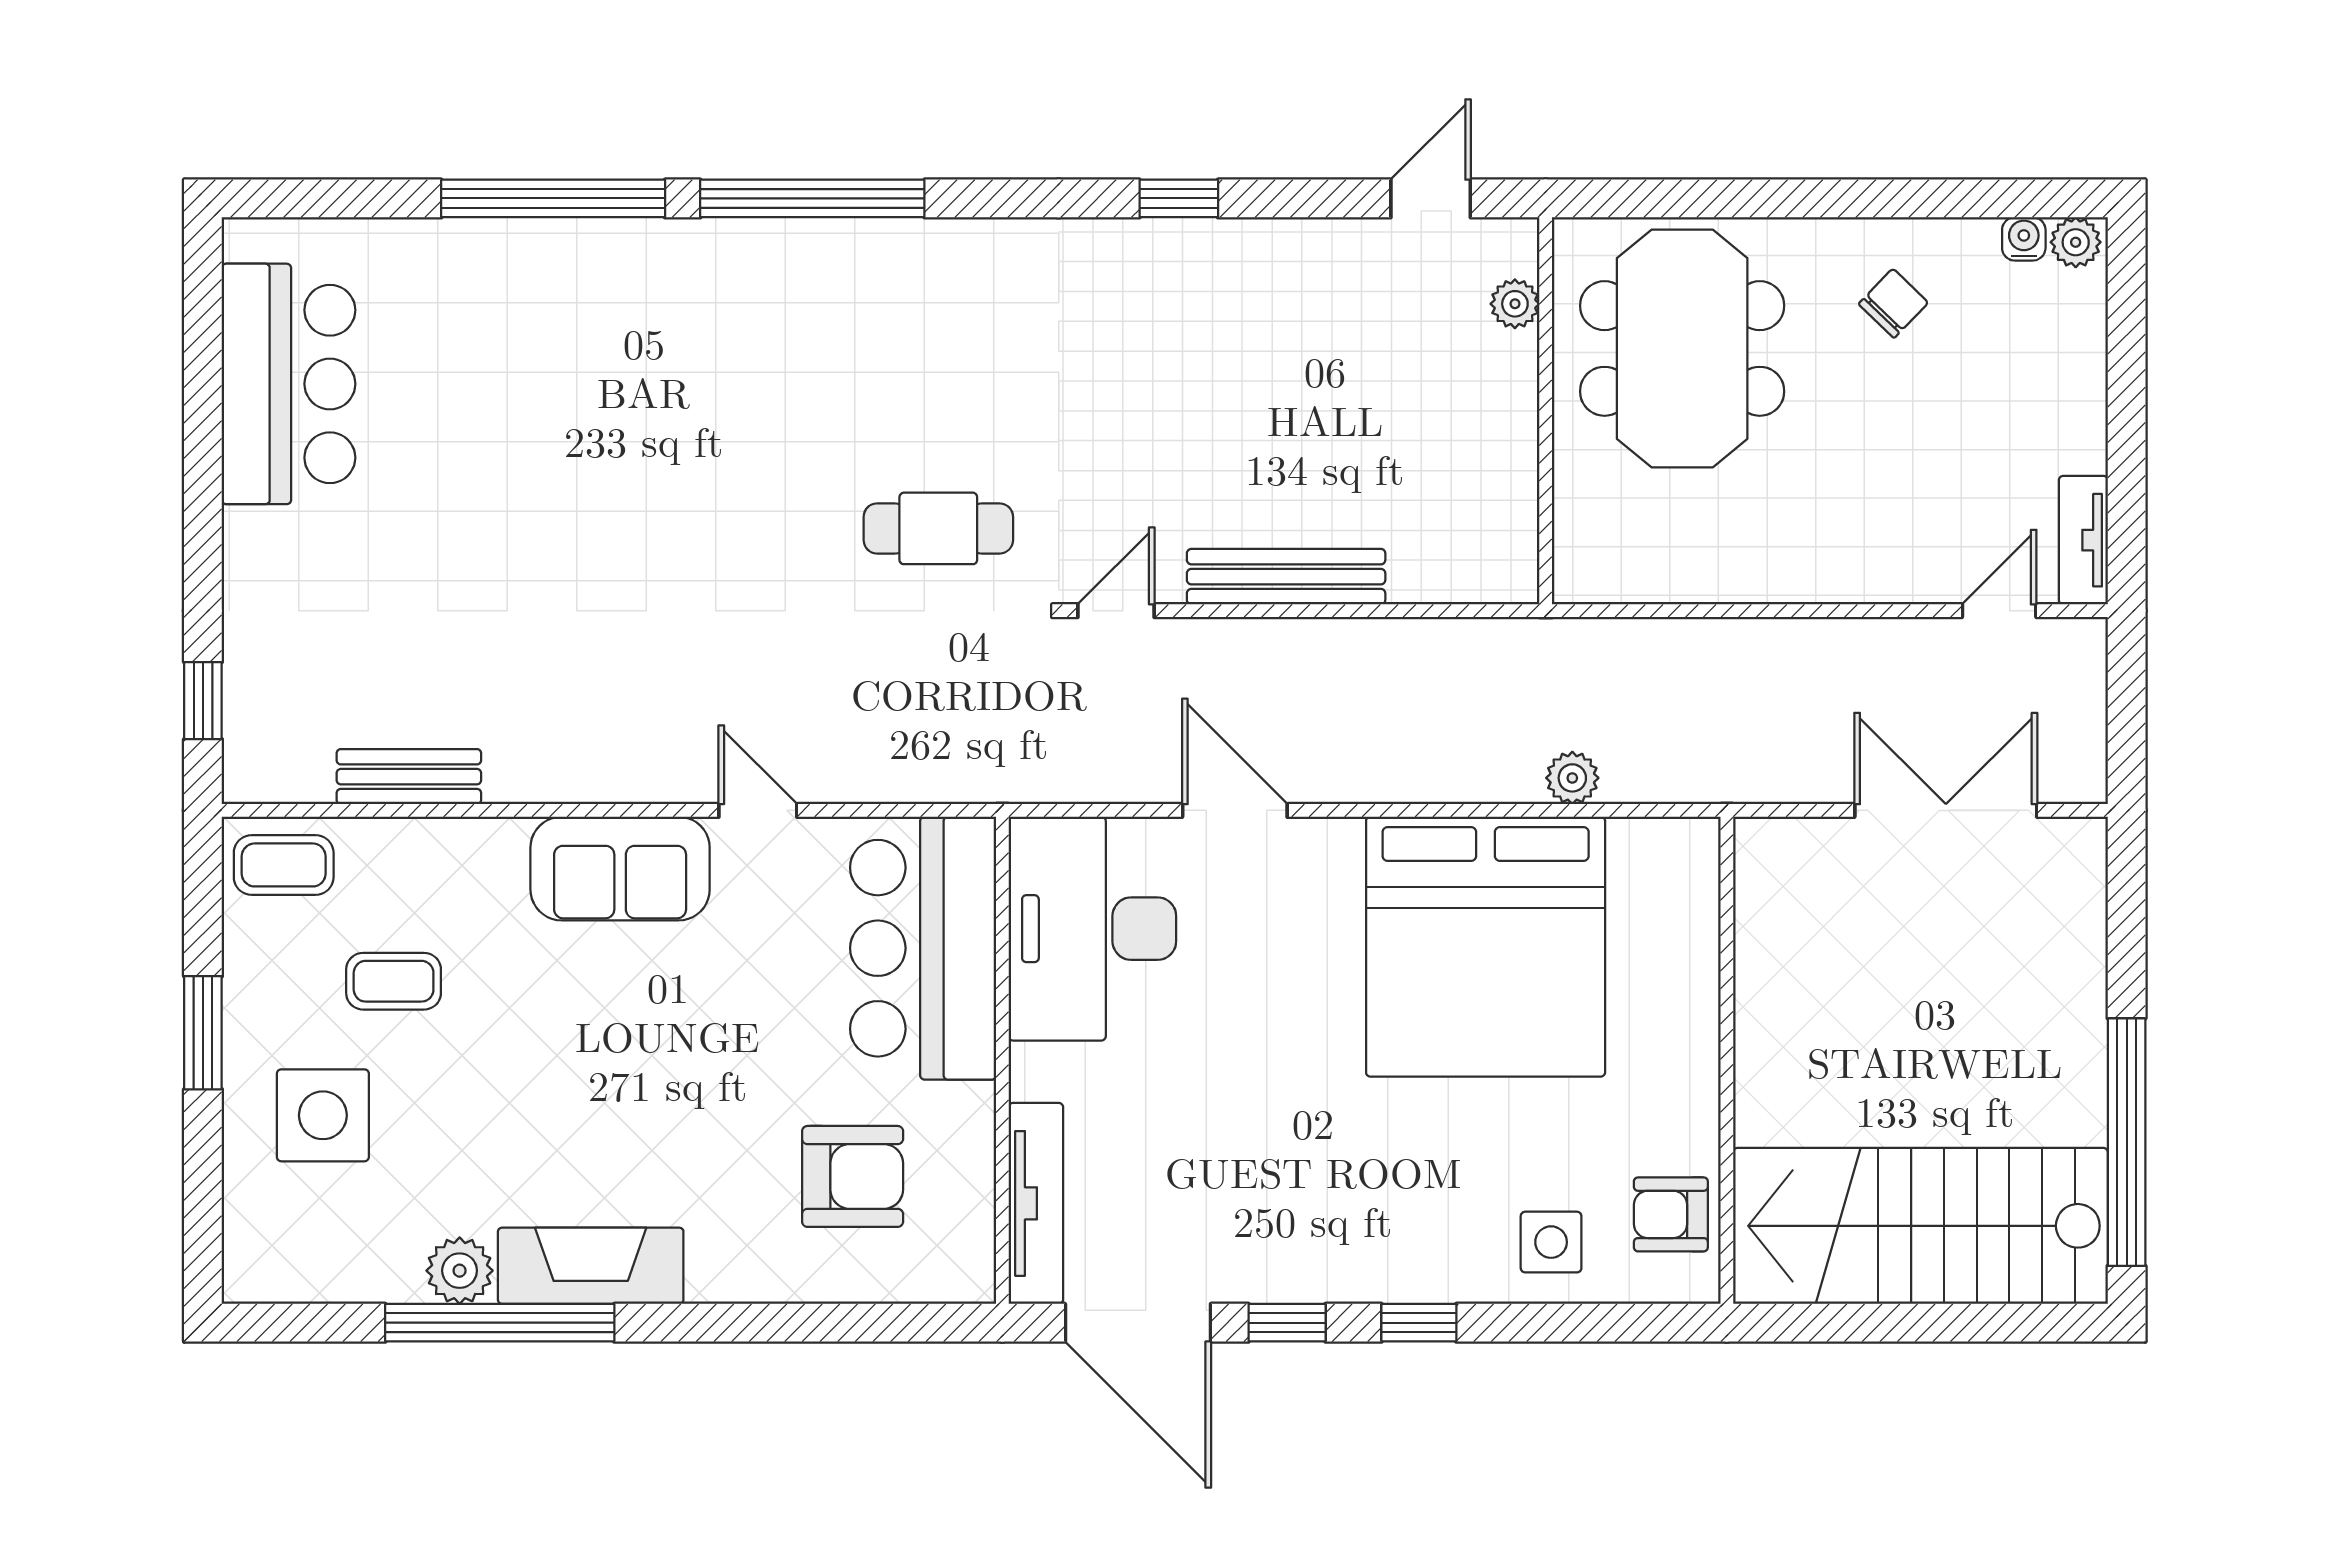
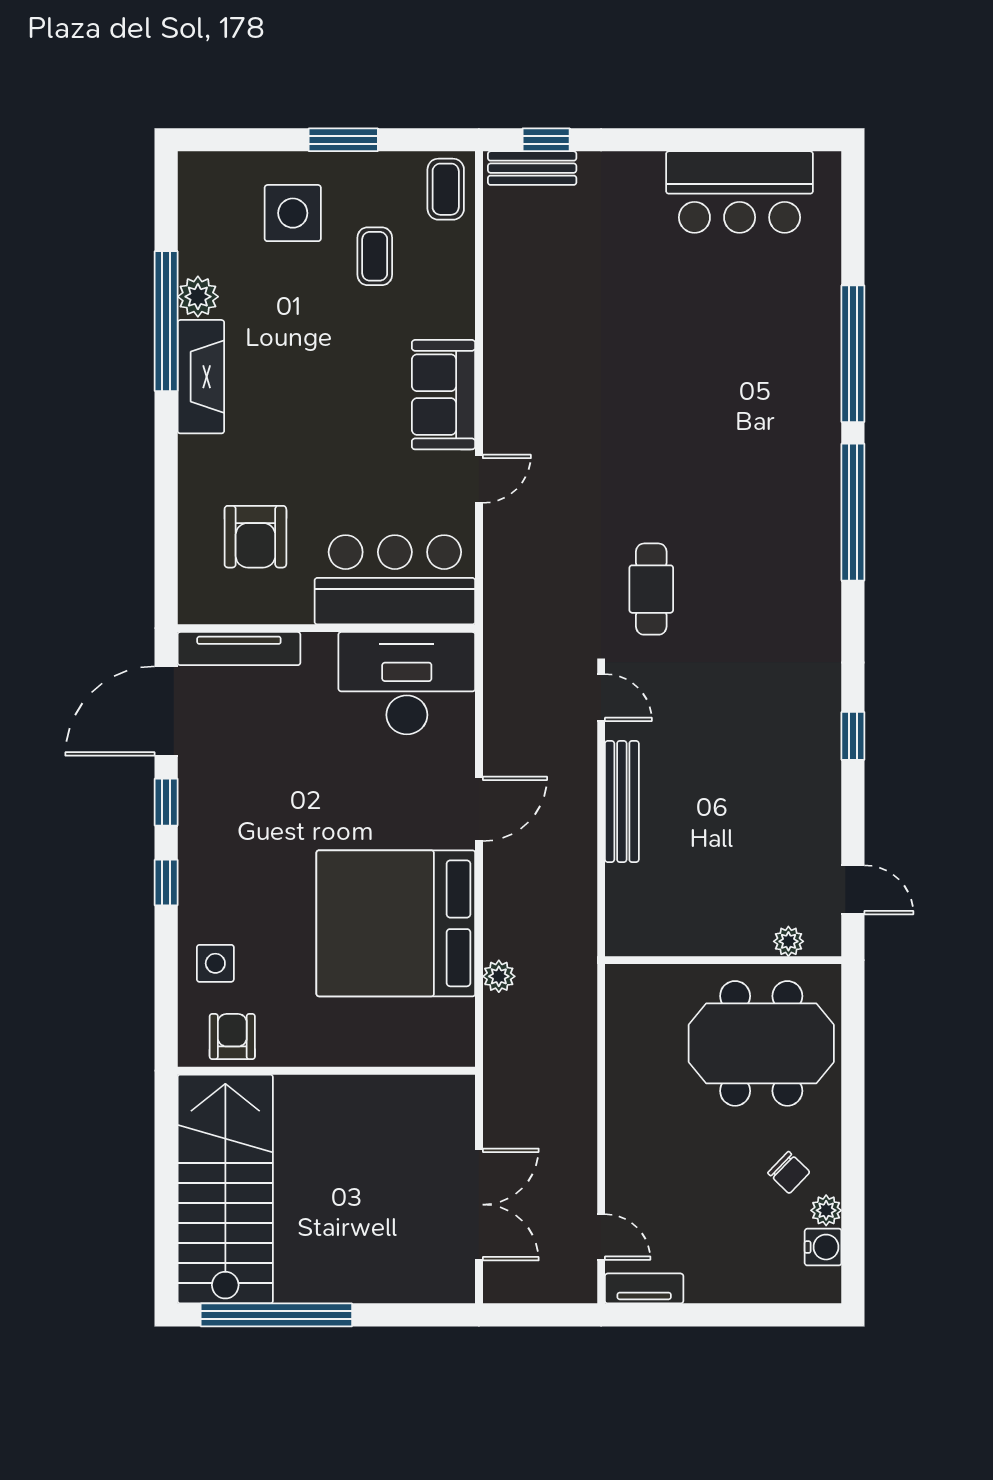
water cooler: (2024, 239) -> (823, 1247), width x1.38, depth x1.38
plant: (2076, 242) -> (826, 1210), moved
bench: (409, 777) -> (532, 168), moved, turned 90
door: (1235, 810) -> (479, 809), moved

